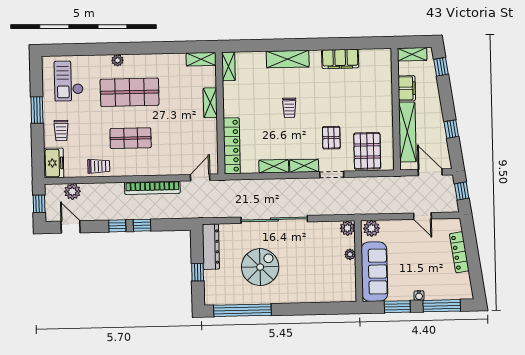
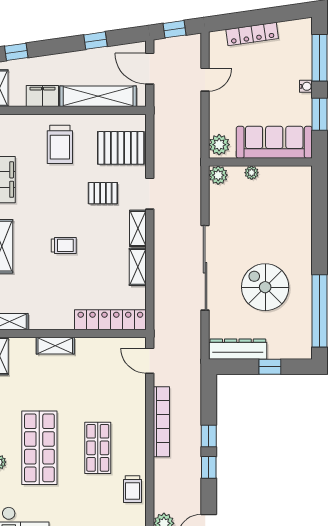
trolley: (369, 103) -> (60, 144), added
trolley: (99, 166) -> (132, 489), turned 180
door: (430, 172) -> (150, 69), hinge flipped

